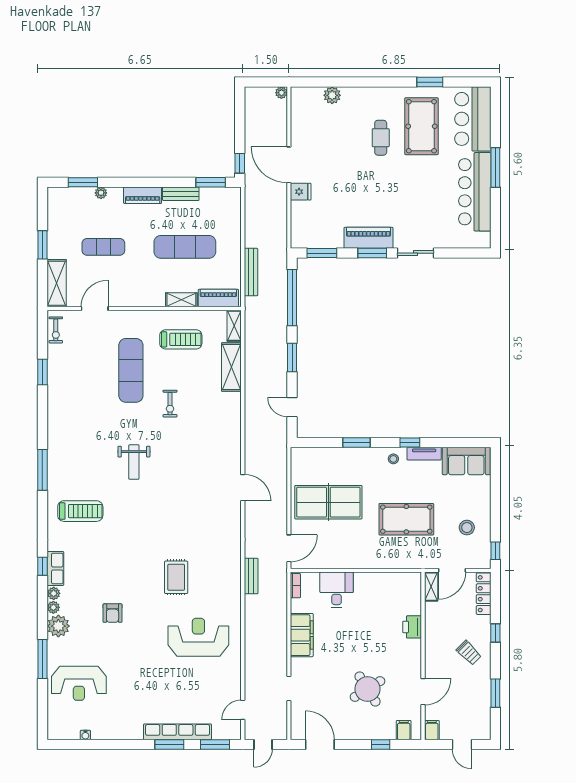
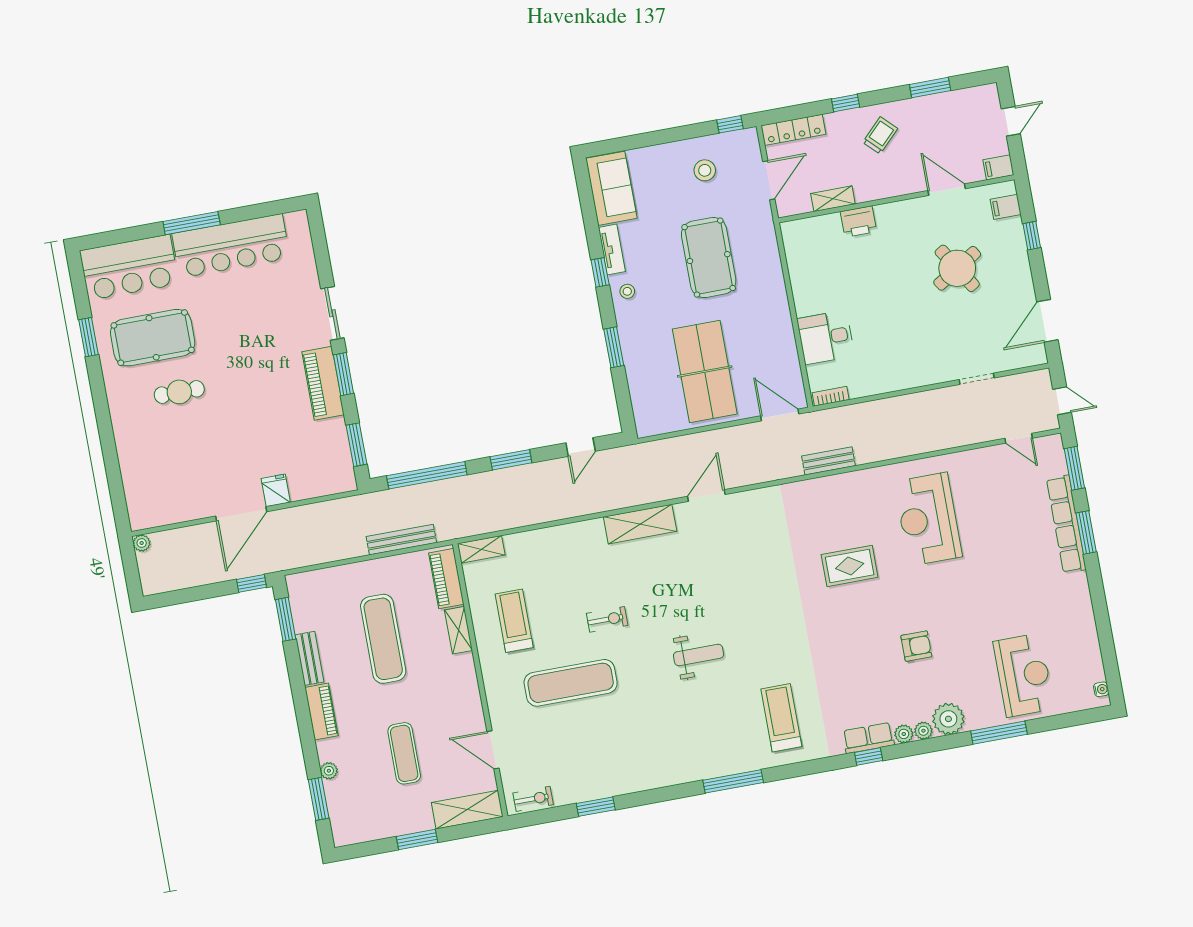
plant: (332, 95) -> (132, 471), removed
shelving: (231, 367) -> (640, 524), moved
door: (452, 570) -> (769, 180), hinge flipped
shelving: (431, 587) -> (833, 199), moved
filing cabinet: (302, 635) -> (898, 375), removed
water cooler: (85, 735) -> (1101, 689), moved

